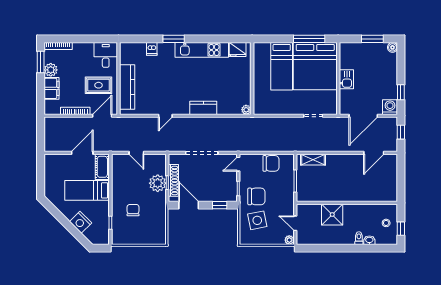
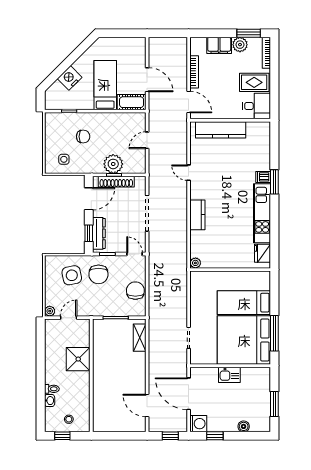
boiler: (392, 47) -> (244, 426), moved
dishwasher: (152, 49) -> (263, 177), moved
rug: (98, 85) -> (254, 82), moved, turned 90
chair: (271, 163) -> (135, 291), turned 180
dresser: (220, 196) -> (99, 233), added
side table: (153, 227) -> (64, 159), added

